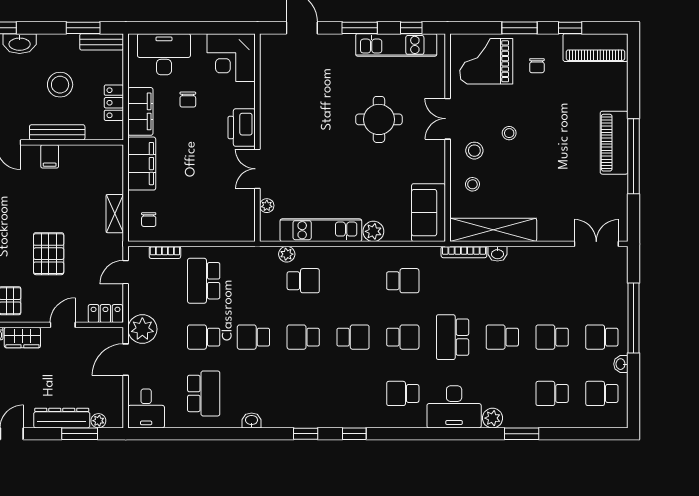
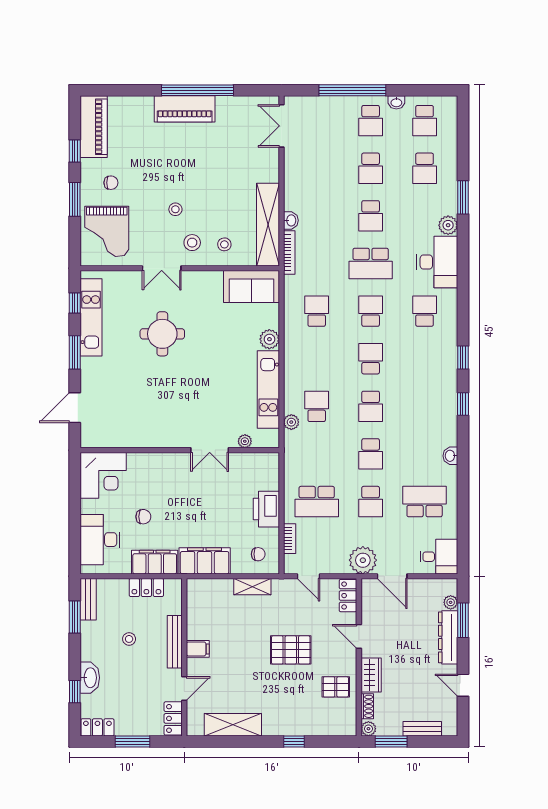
stool: (60, 85) -> (129, 639), width x0.53, depth x0.53
printer: (242, 128) -> (266, 509), moved, turned 90
school desk: (403, 393) -> (425, 311), turned 180

